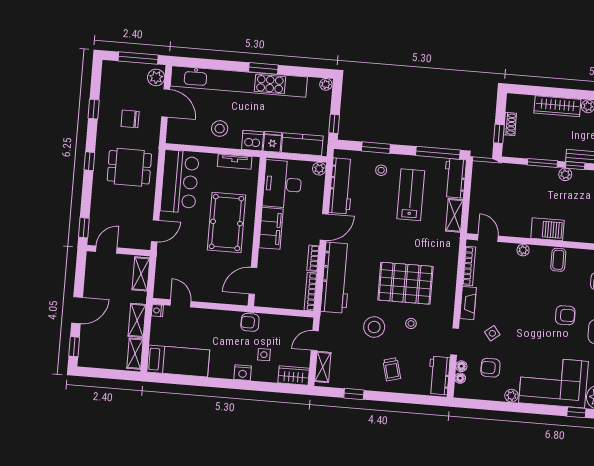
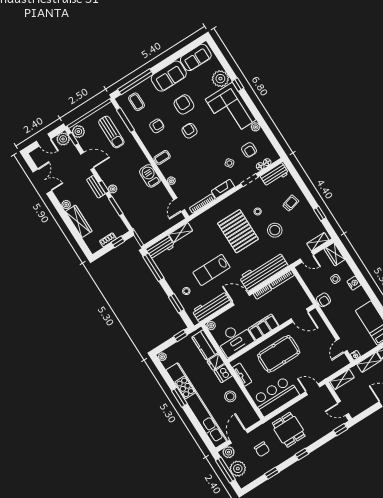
plant: (129, 74) -> (238, 469), added
lab bench: (411, 195) -> (211, 270), moved

